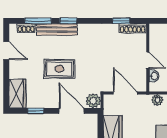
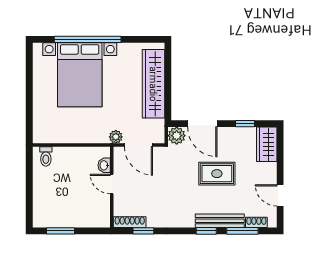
plant: (157, 100) -> (116, 137), moved

